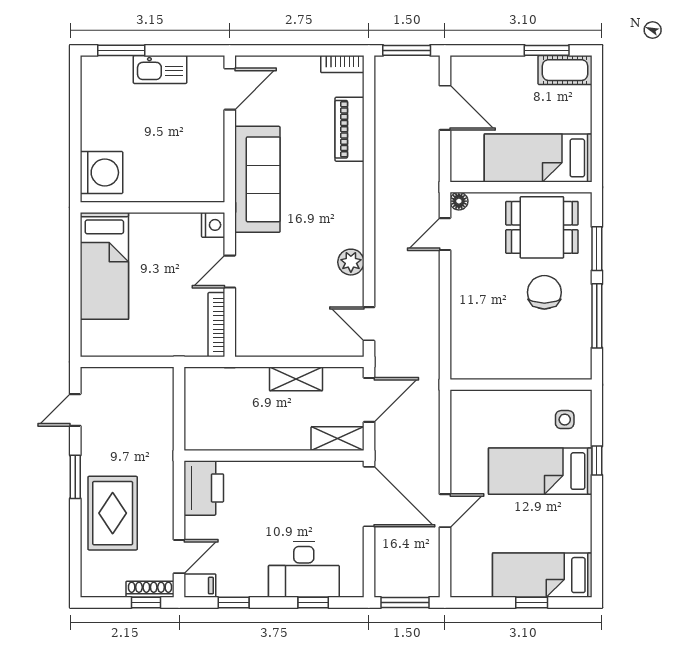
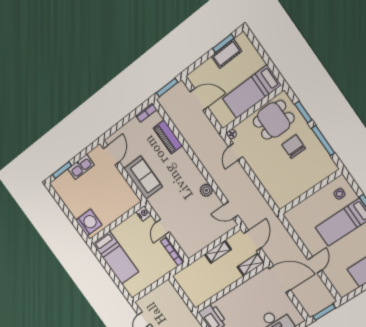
cot: (565, 70) -> (226, 54), moved
sofa: (257, 179) -> (143, 178), width x0.73

